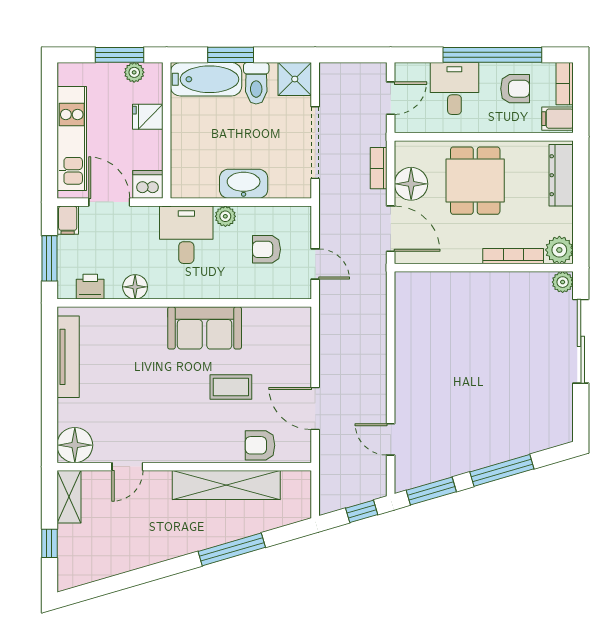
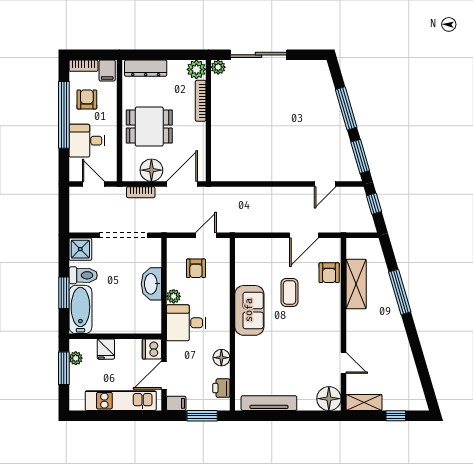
shelving: (226, 485) -> (356, 284), width x0.68

